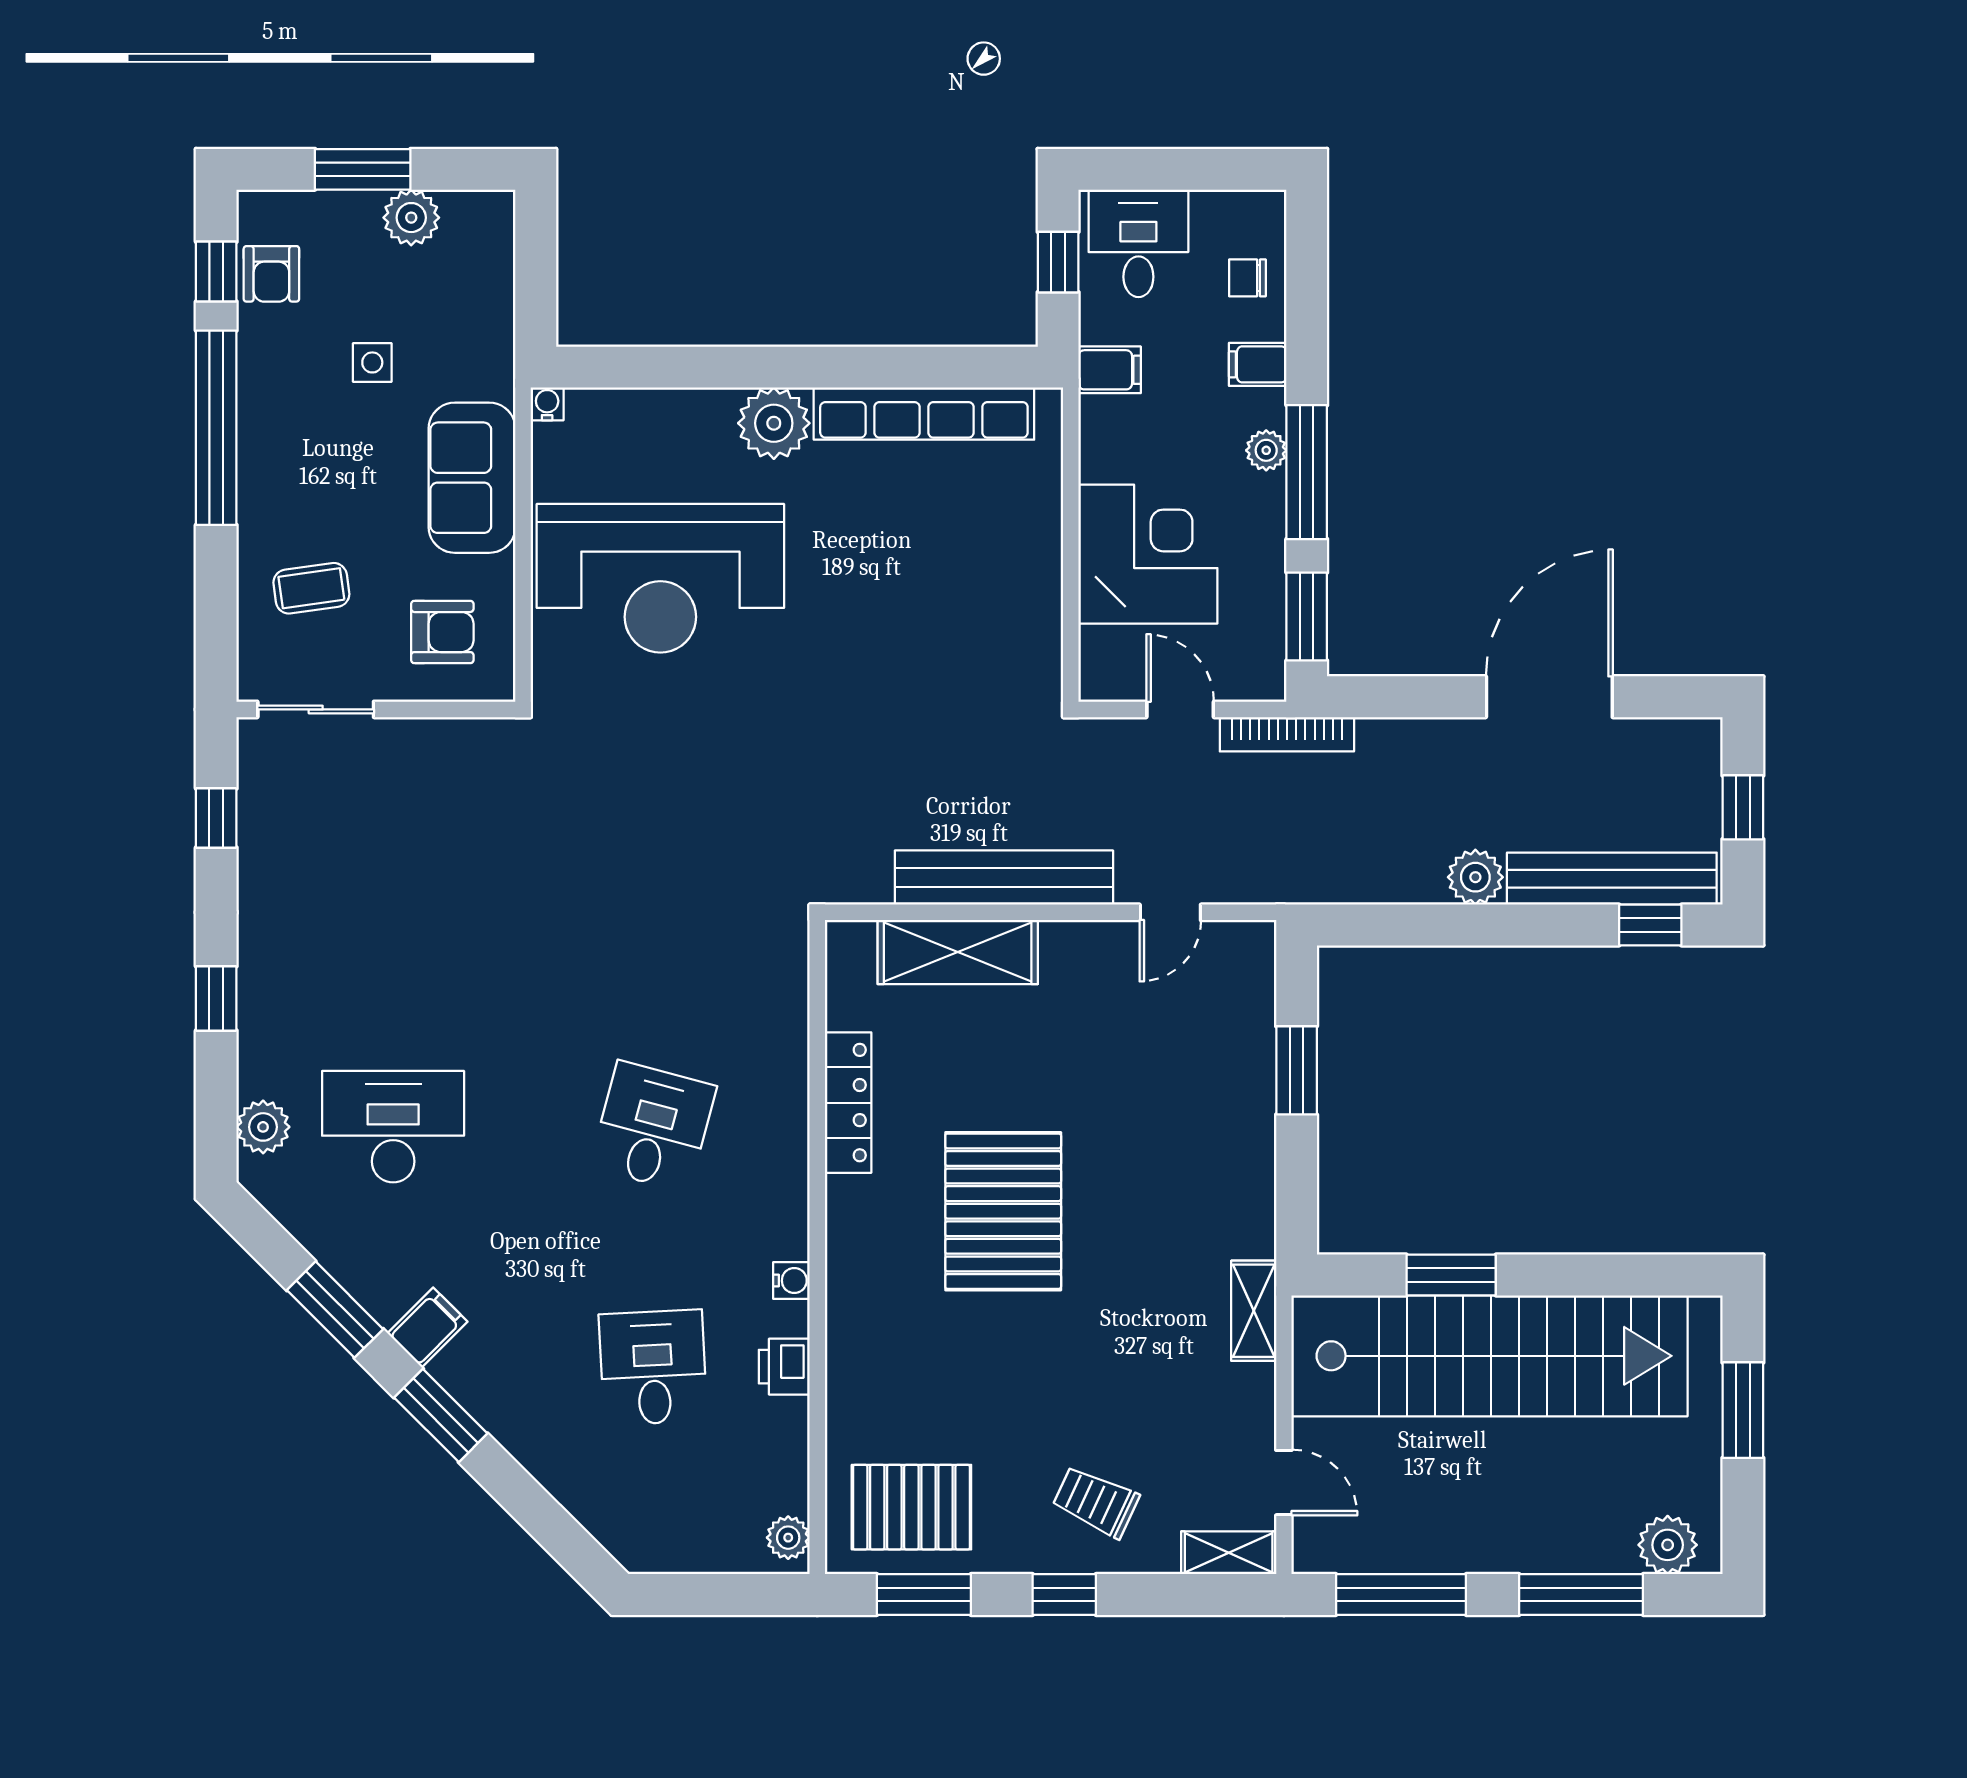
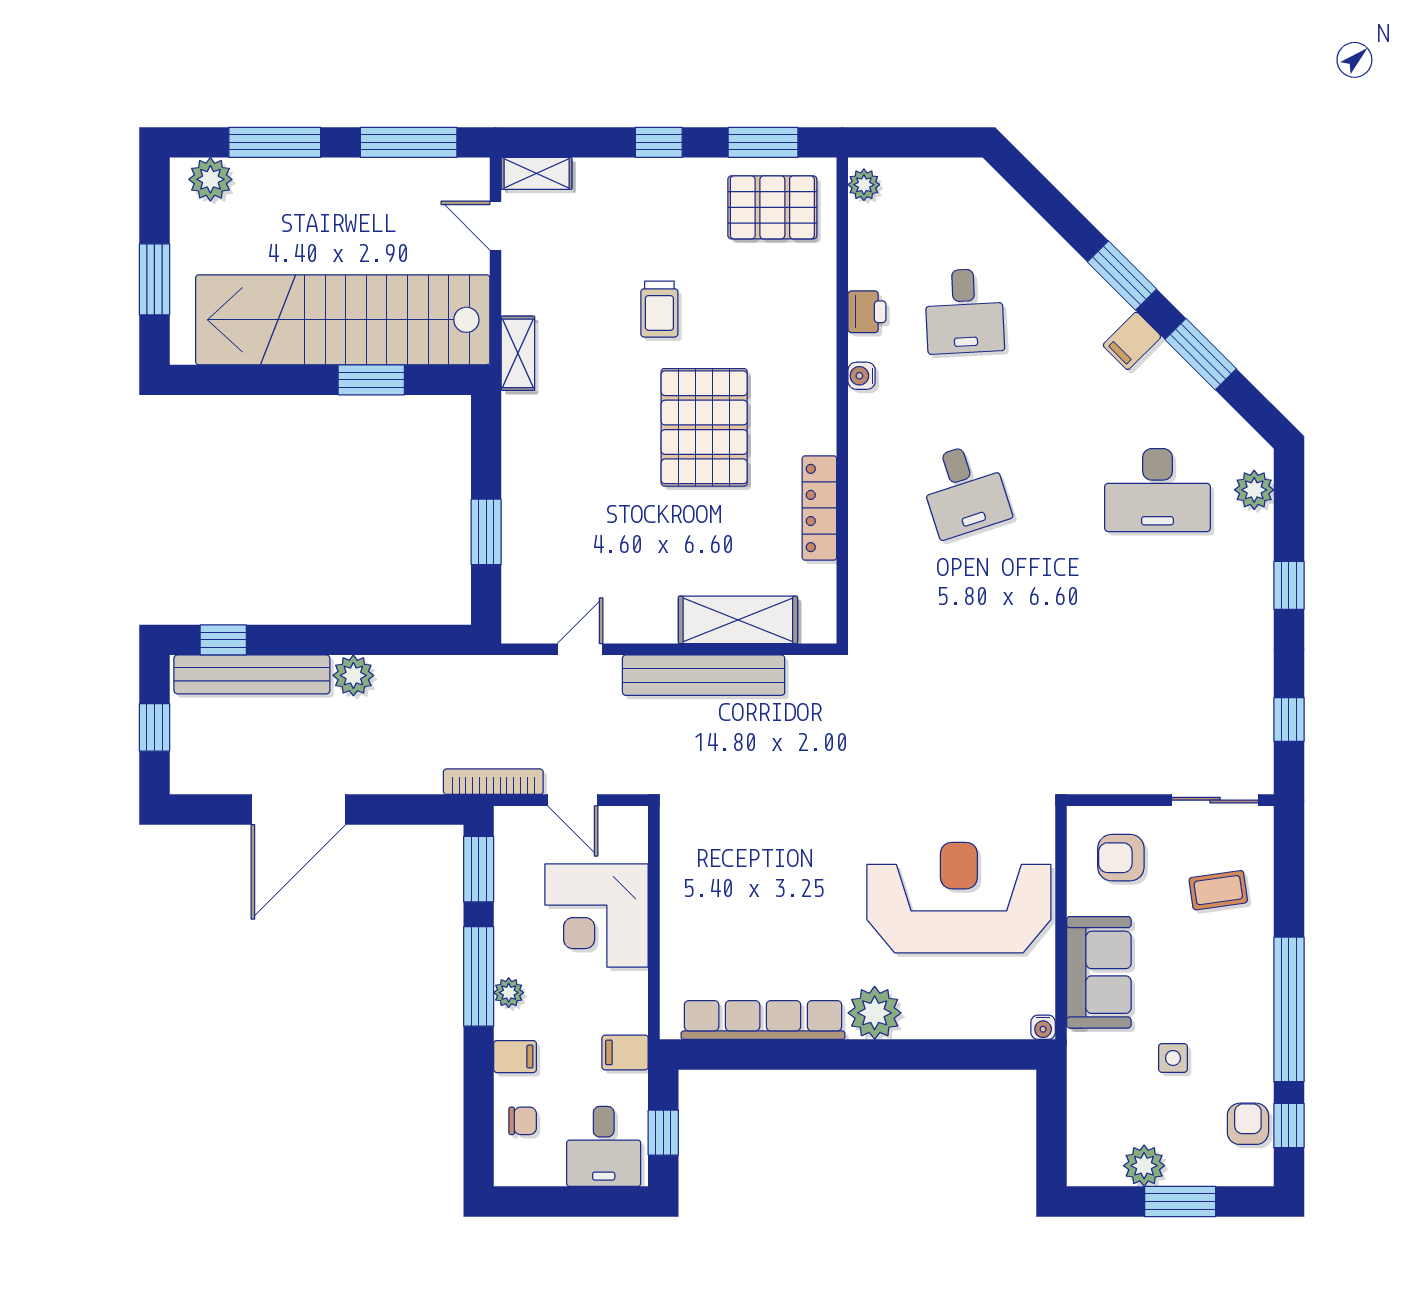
desk: (653, 1127) -> (964, 490), turned -33
trolley: (1096, 1502) -> (659, 309), moved, turned 65

